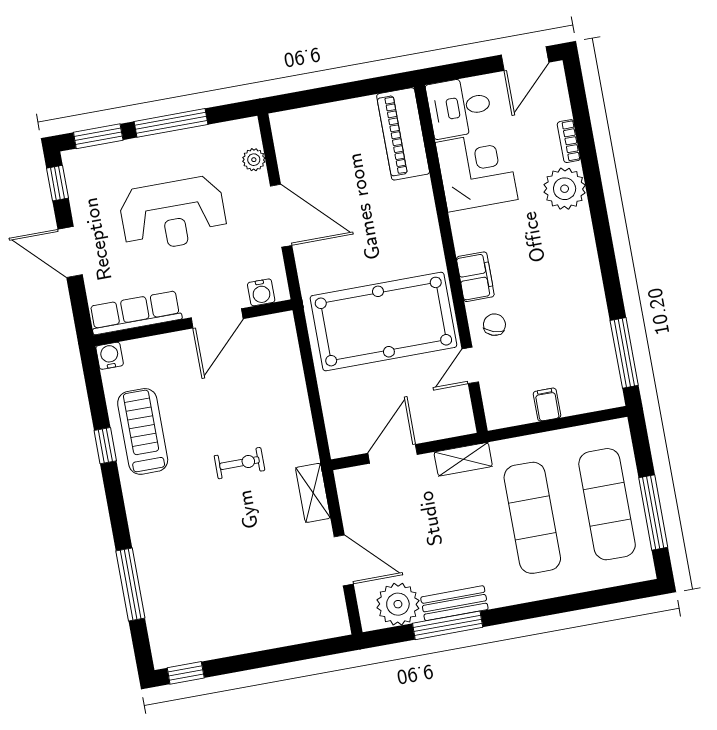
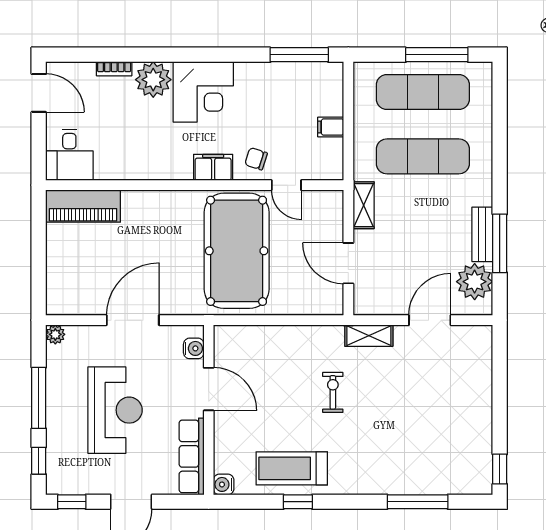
window: (98, 136) -> (39, 461), width x0.67
plant: (254, 160) -> (55, 334), moved
corner desk: (477, 171) -> (203, 92), moved, turned 180

